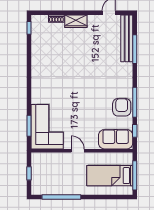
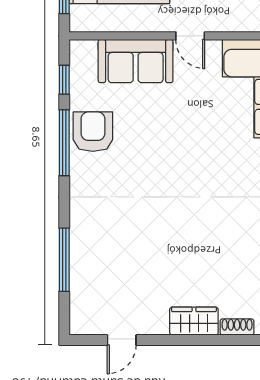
bench: (127, 38) -> (82, 284), removed
armchair: (122, 107) -> (93, 132), turned 180
sofa: (116, 139) -> (136, 61), moved

